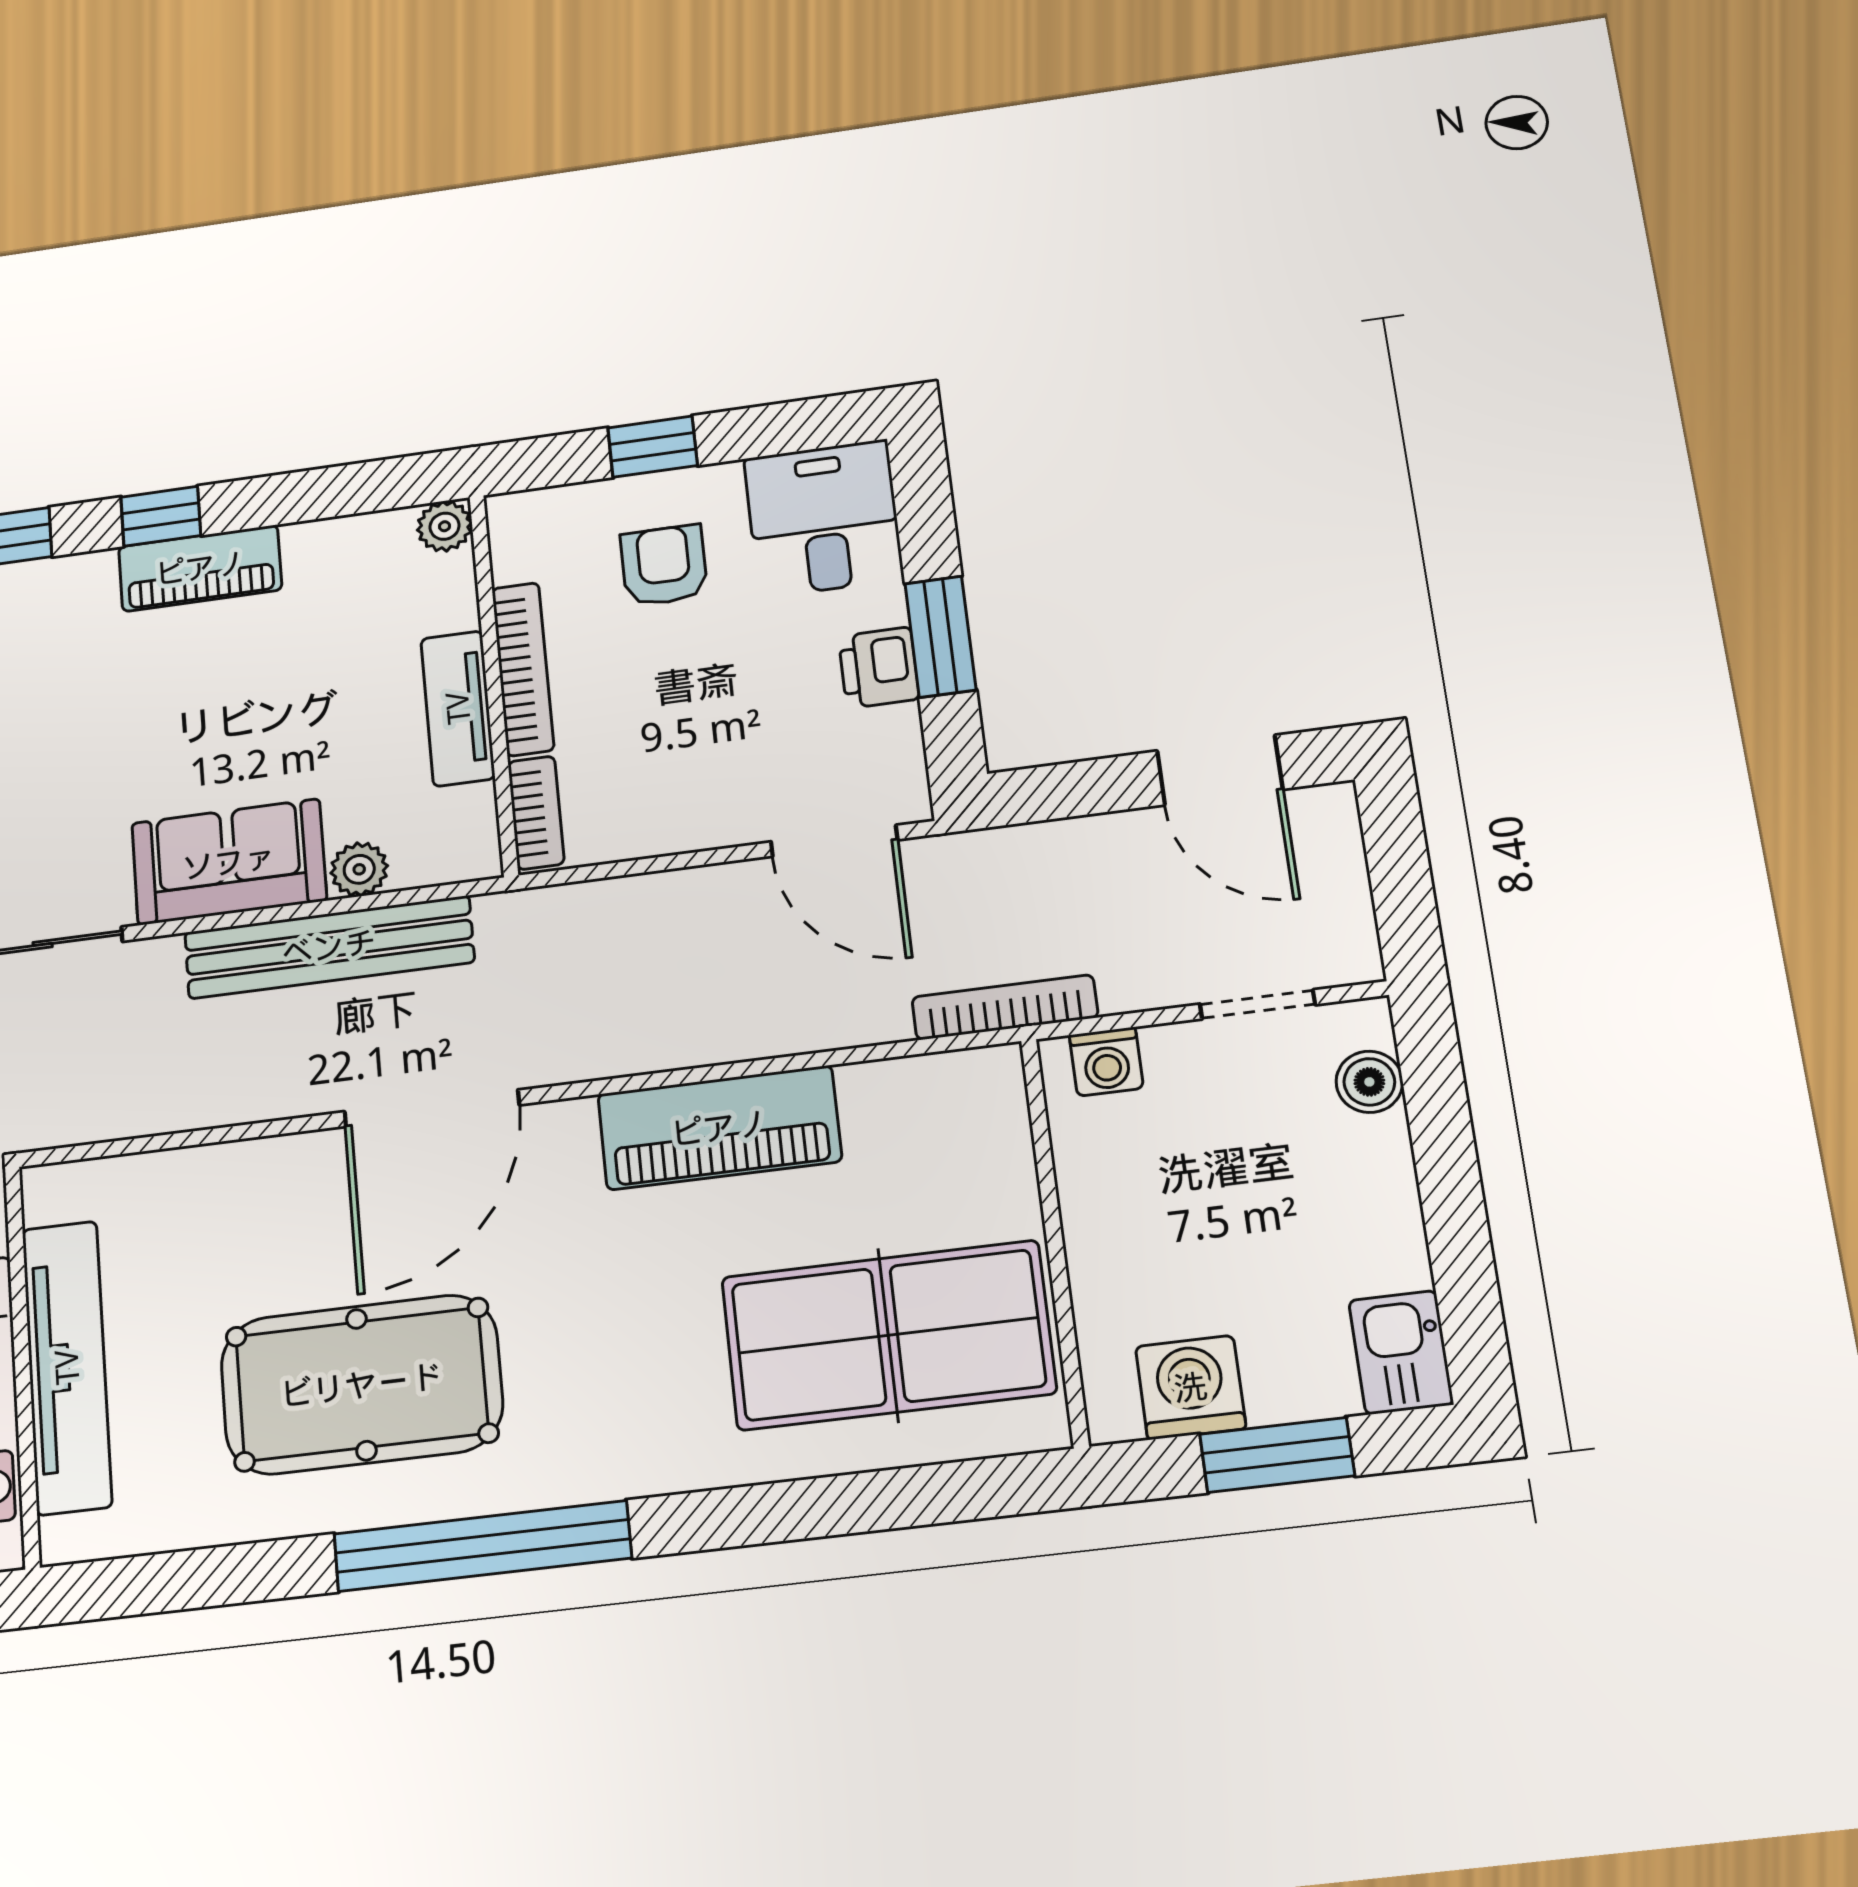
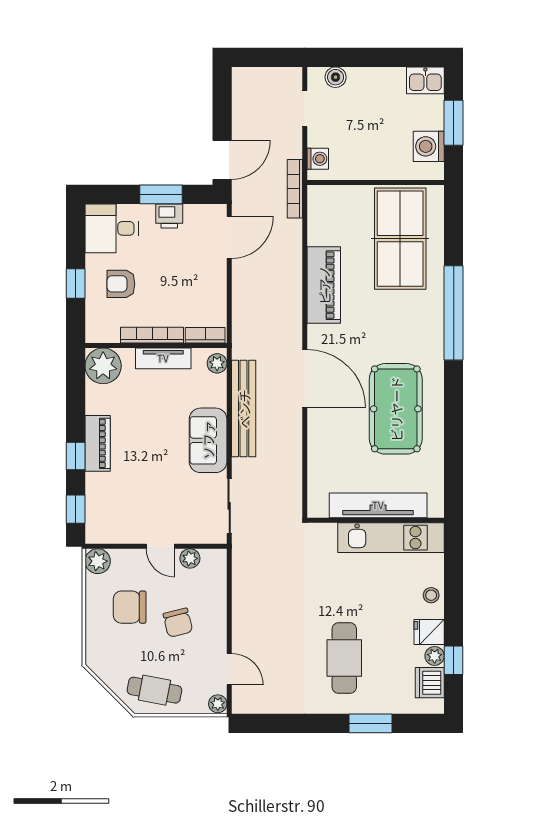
plant: (445, 526) -> (103, 366), width x1.87, depth x1.87
door: (1220, 770) -> (222, 160), moved
plant: (359, 869) -> (217, 363), moved
window: (482, 1546) -> (454, 313), moved

